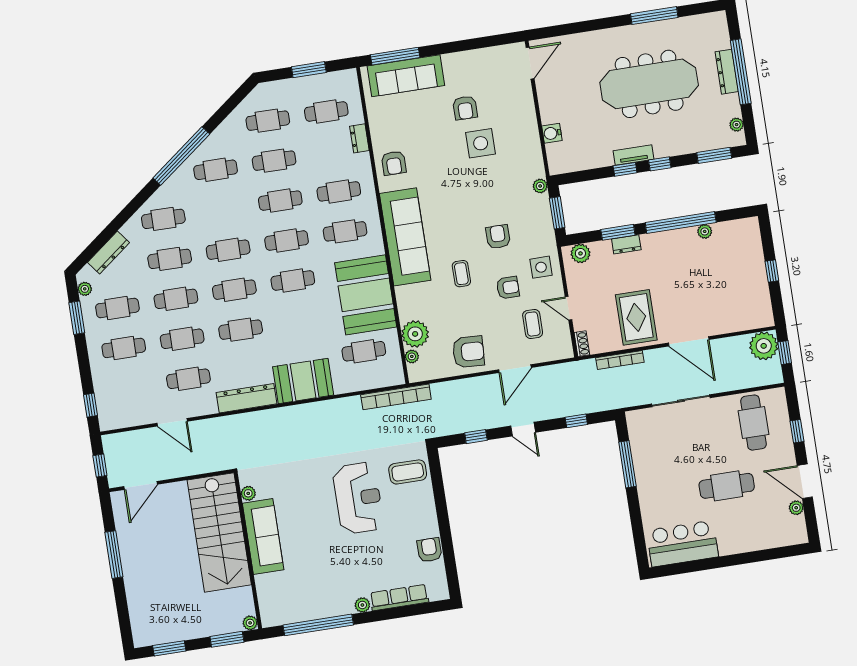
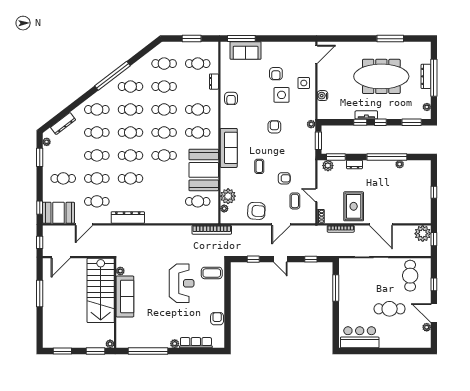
sofa: (406, 76) -> (246, 50), width x0.73
window: (618, 232) -> (336, 157), moved
sofa: (405, 237) -> (229, 148), width x0.74, depth x0.79
armchair: (498, 237) -> (274, 127), moved
side table: (541, 267) -> (304, 83), moved
cafe table: (117, 308) -> (130, 109), moved
booth: (303, 381) -> (59, 213), moved
door: (172, 422) -> (84, 224), hinge flipped

